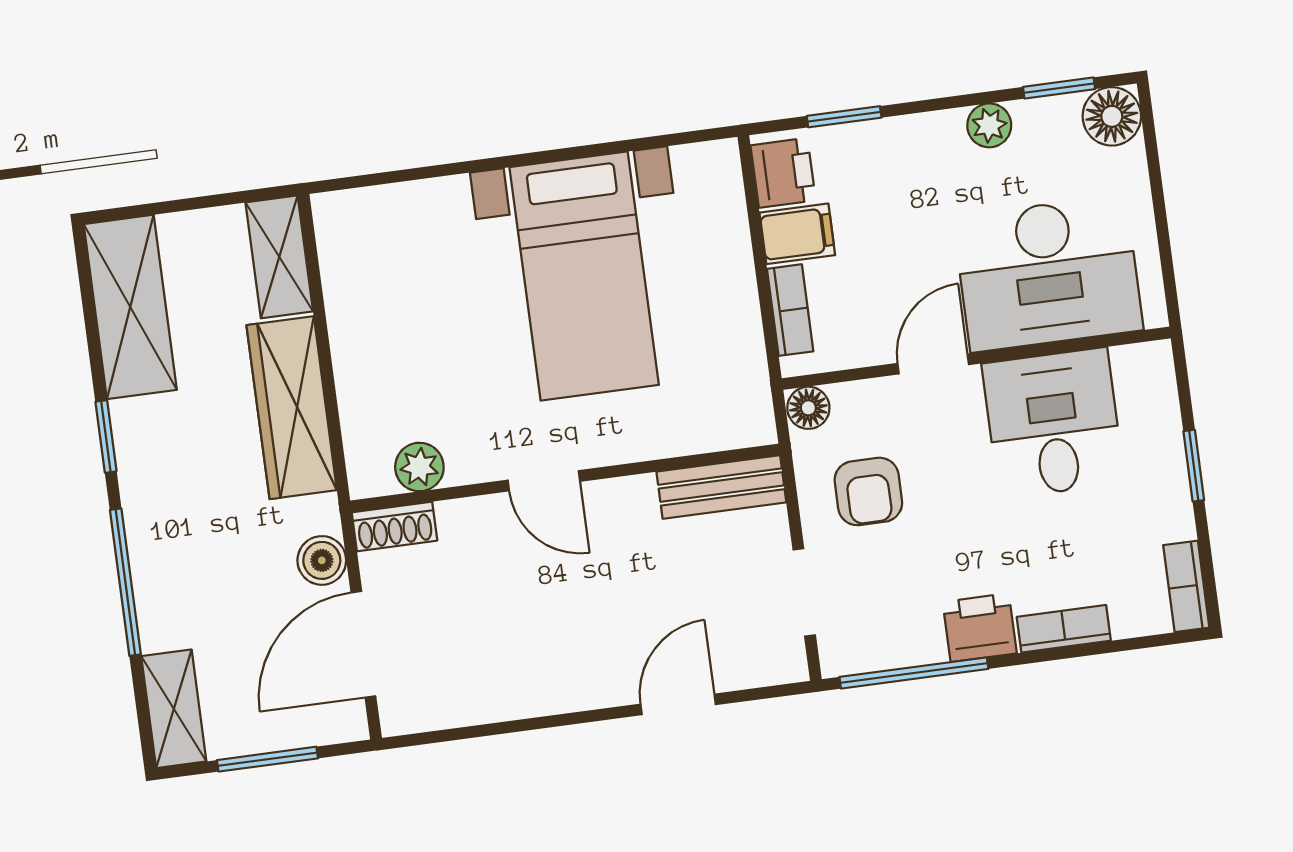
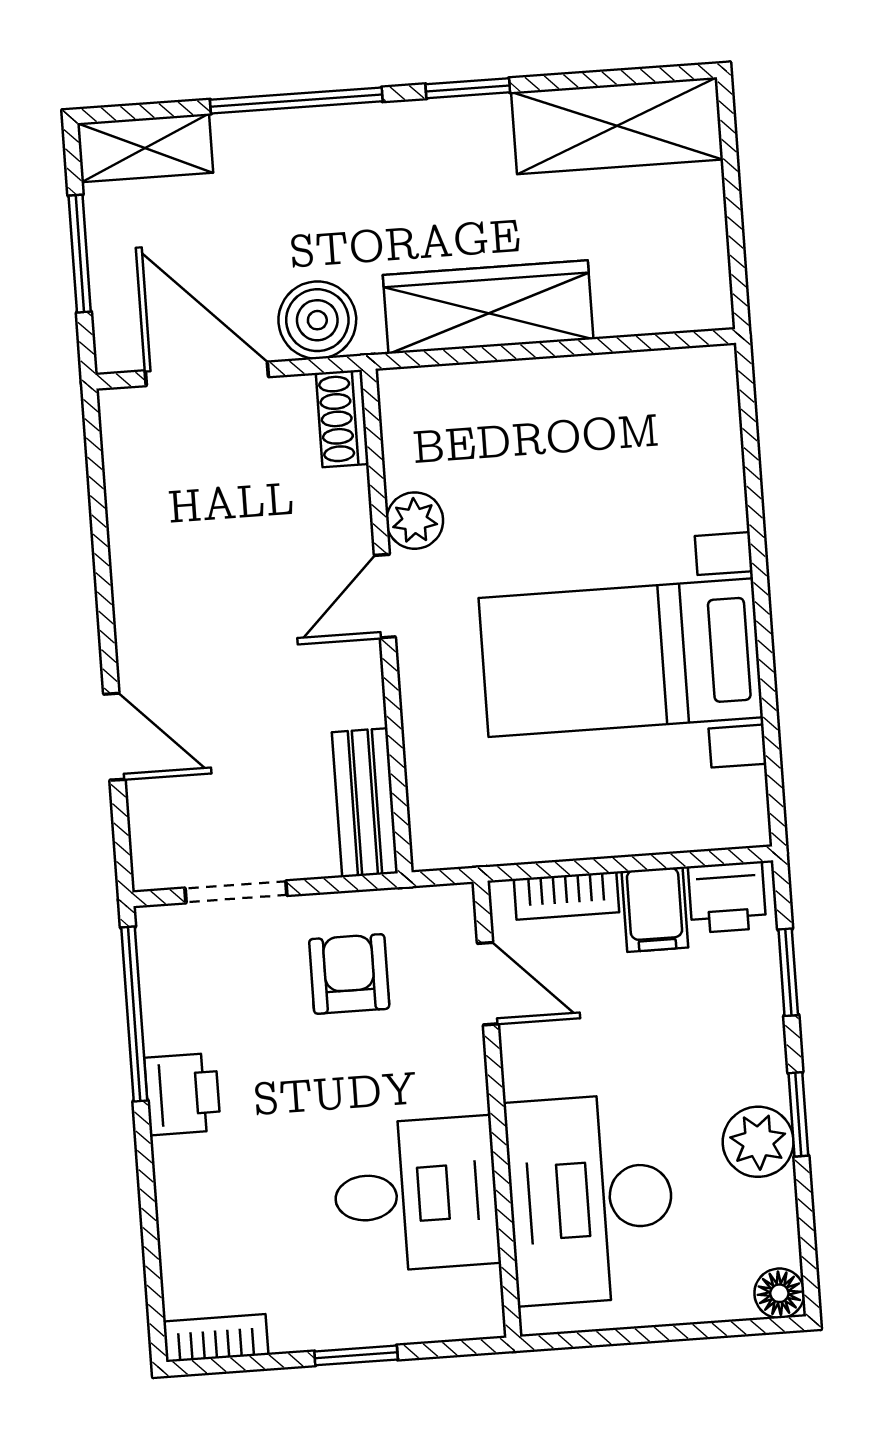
window: (1059, 88) -> (798, 1114), moved
floor lamp: (1112, 116) -> (779, 1293), width x0.73, depth x0.73
plant: (989, 125) -> (758, 1142), width x1.38, depth x1.38
shelving: (279, 257) -> (665, 303), removed
door: (933, 364) -> (488, 984), moved
floor lamp: (808, 408) -> (451, 910), removed
plant: (419, 467) -> (415, 521), moved
armchair: (868, 491) -> (349, 974), turned 90
boiler: (322, 560) -> (317, 320), width x1.36, depth x1.36
bookcase: (1064, 629) -> (175, 1192), removed

